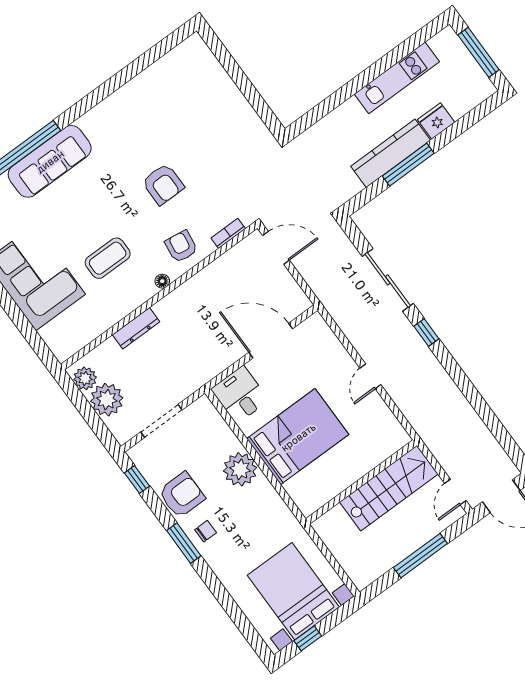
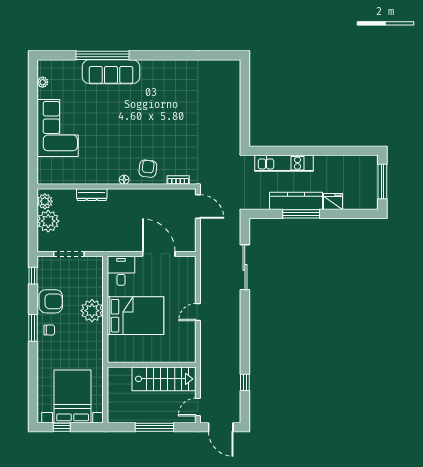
kitchen unit: (397, 78) -> (284, 163), moved
armchair: (163, 184) -> (163, 128), removed
coffee table: (108, 258) -> (104, 146), removed
window: (426, 333) -> (245, 382), moved

